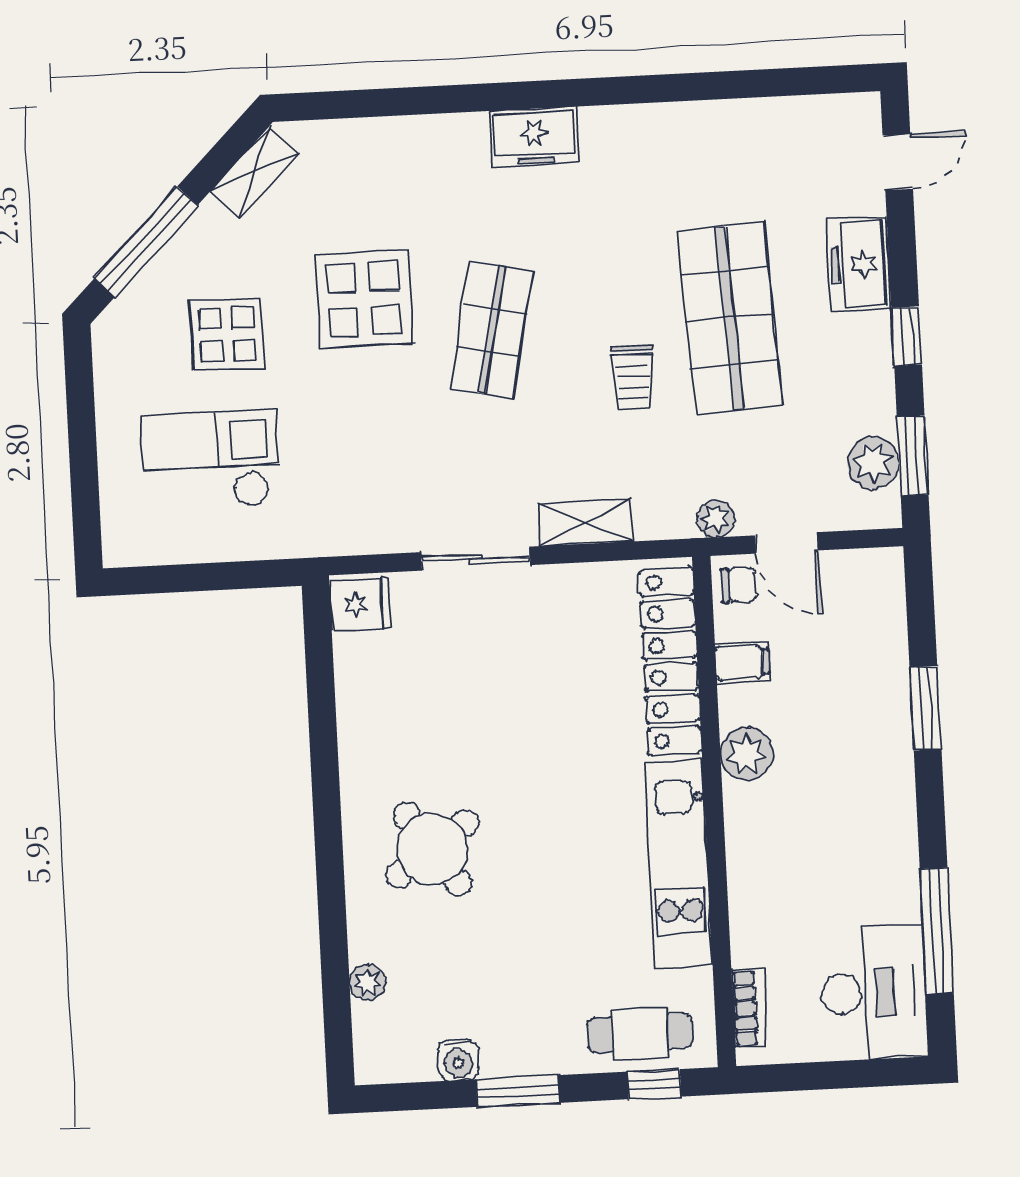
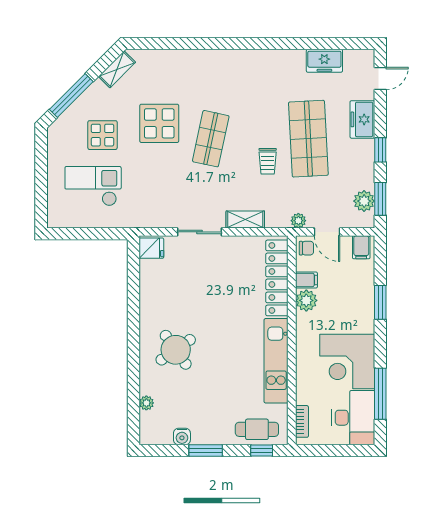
freezer: (534, 137) -> (324, 61), moved
filing cabinet: (872, 576) -> (361, 247), added
plant: (747, 754) -> (306, 300), moved
corner desk: (852, 857) -> (347, 362), added

